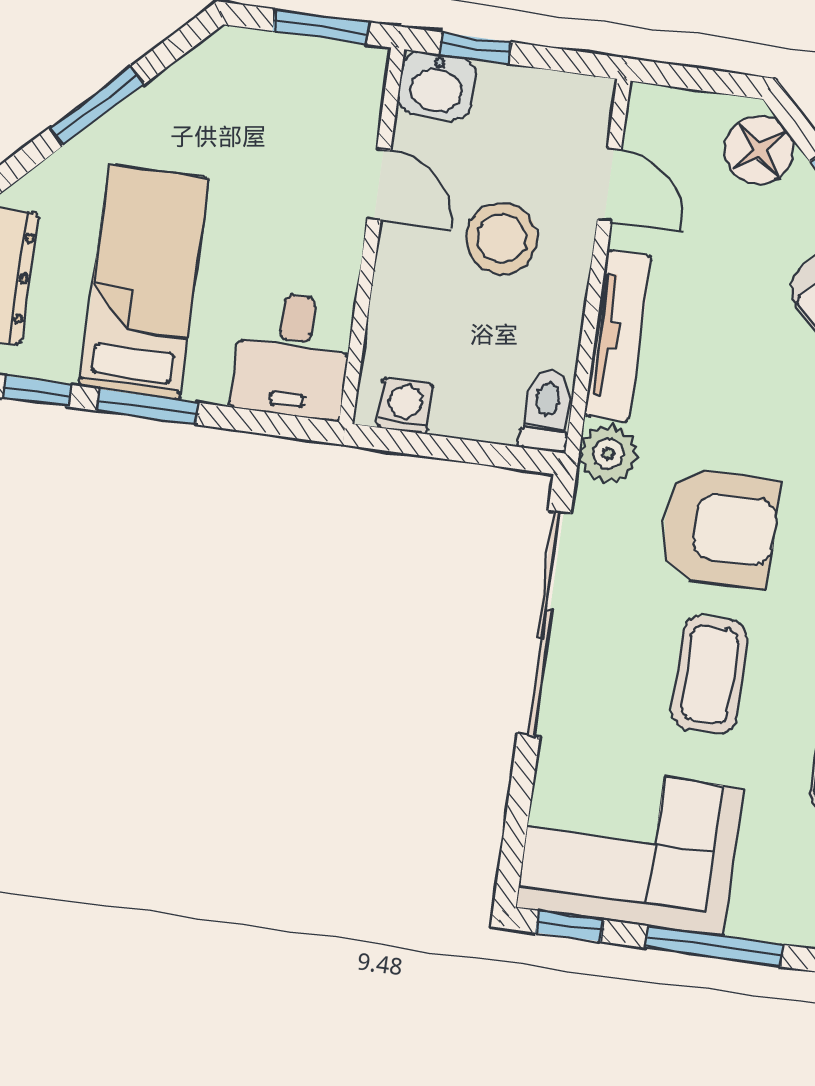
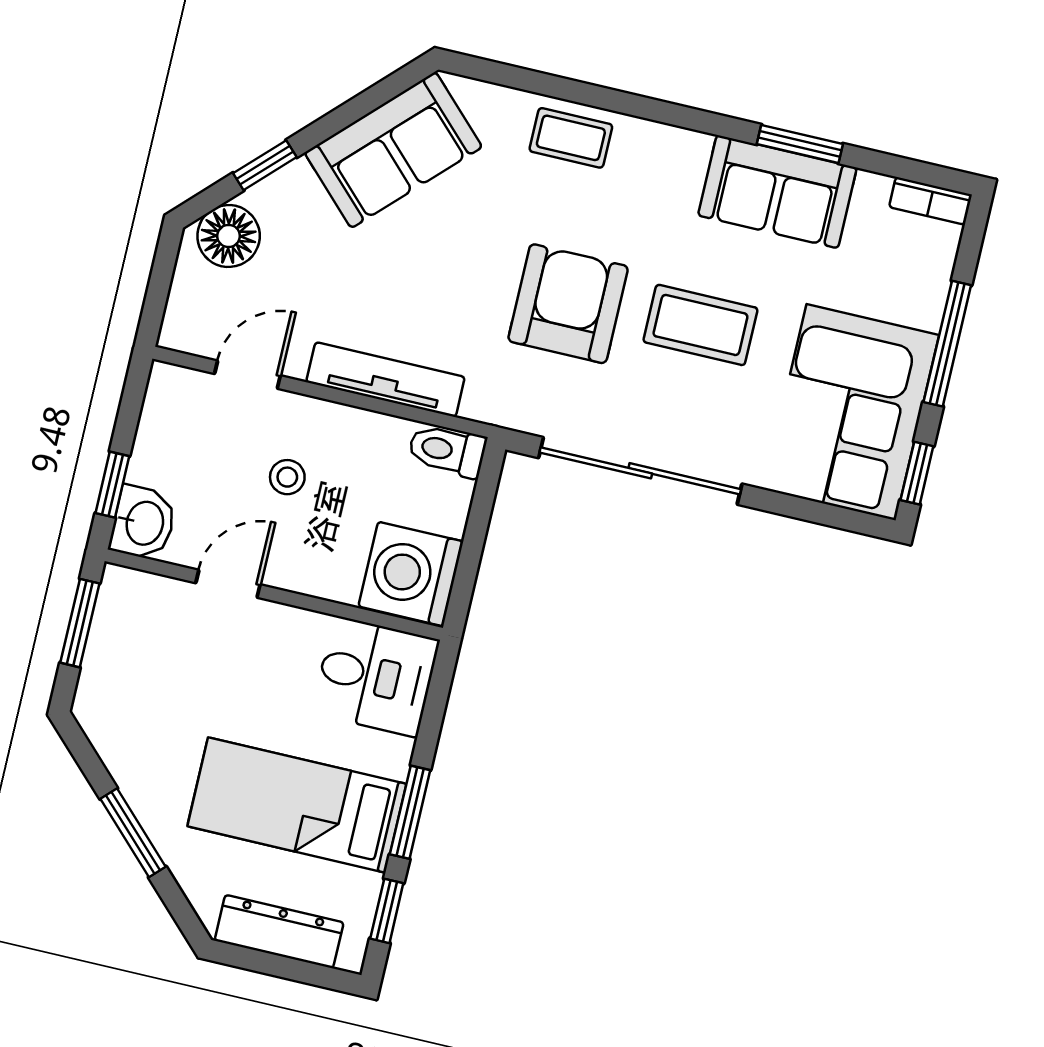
stool: (501, 239) -> (287, 477), width x0.53, depth x0.53
washing machine: (405, 406) -> (411, 574), width x1.89, depth x1.89
plant: (608, 454) -> (492, 398), removed

